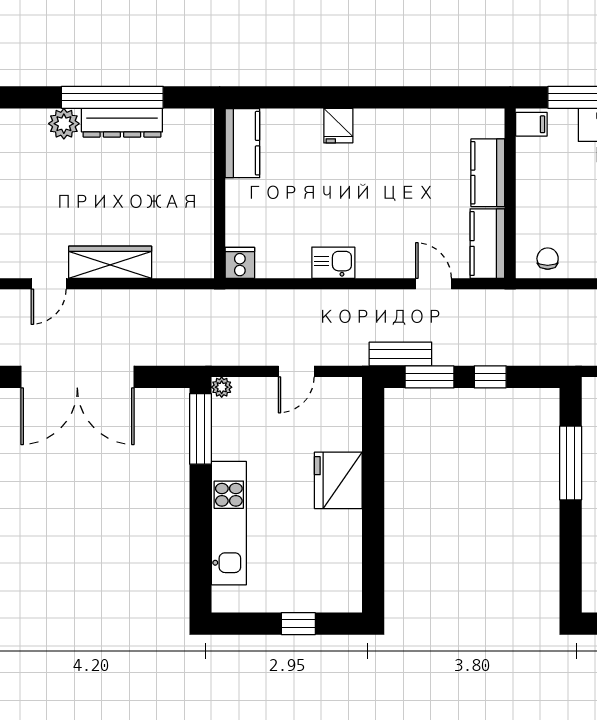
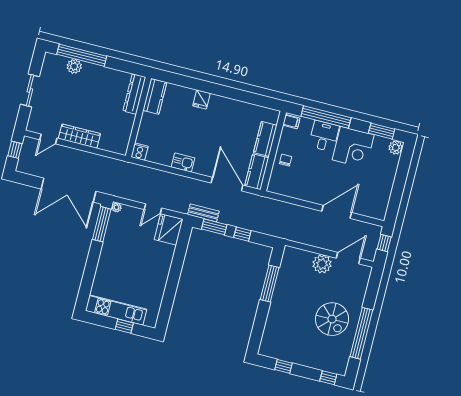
window: (112, 97) -> (82, 55), moved
dresser: (122, 123) -> (134, 94), moved, turned 90
chair: (548, 259) -> (286, 160), moved
door: (433, 284) -> (227, 184), width x1.87
double door: (77, 377) -> (69, 190), moved
fridge: (338, 480) -> (169, 229), moved
kitchen unit: (229, 523) -> (116, 310), moved, turned -90

